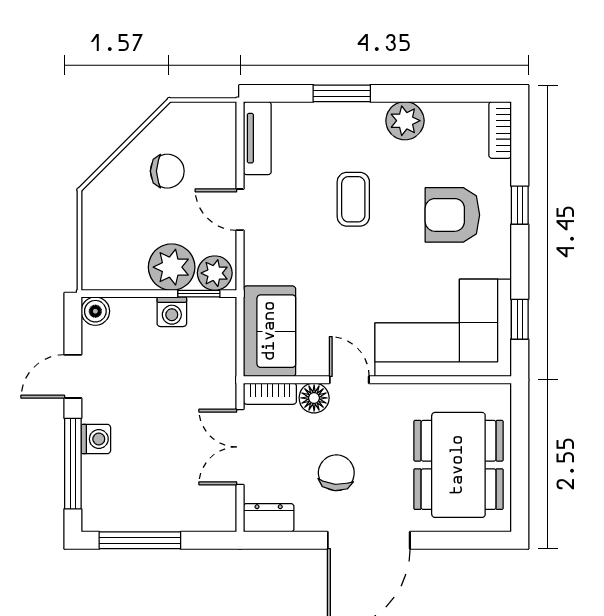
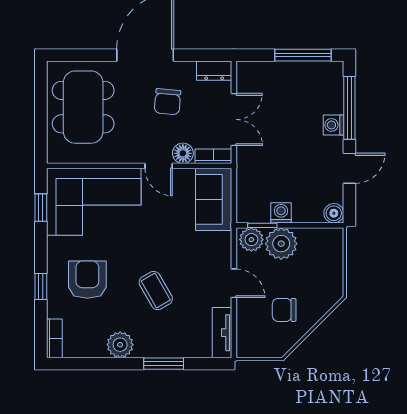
coffee table: (353, 199) -> (156, 291), turned -30
armchair: (452, 215) -> (87, 280), turned -90

